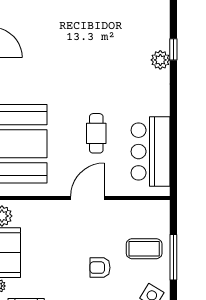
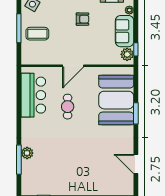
window: (173, 49) -> (19, 160), width x2.17
armchair: (100, 268) -> (82, 19), moved

